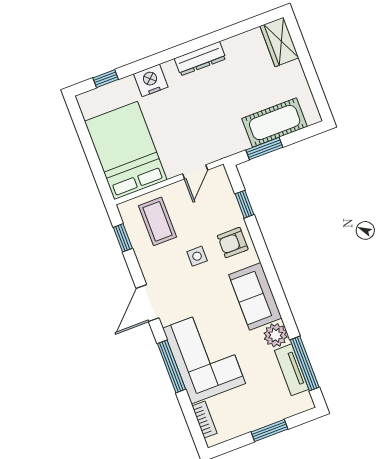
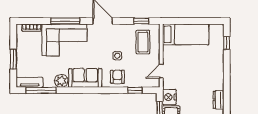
dresser: (200, 59) -> (219, 100), width x0.70
nightstand: (151, 80) -> (169, 97), moved, turned 180
bed: (126, 150) -> (186, 34), width x0.67
door: (195, 172) -> (161, 71), hinge flipped
coffee table: (157, 221) -> (143, 42), turned 90
tv unit: (292, 370) -> (30, 82), moved

